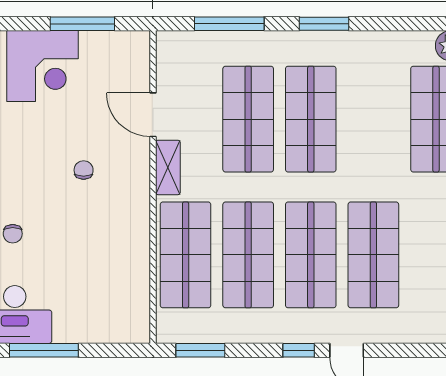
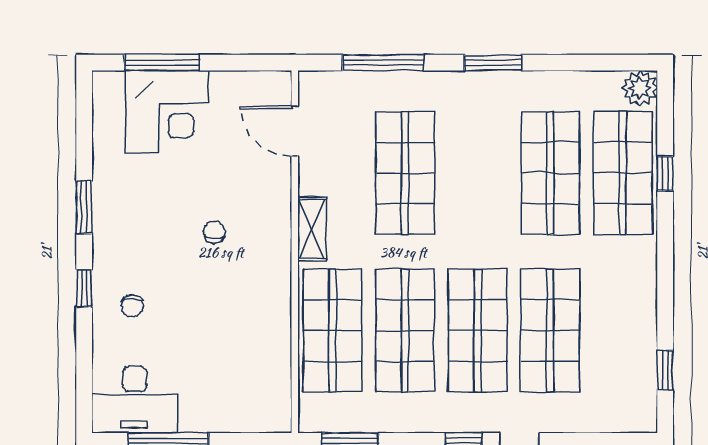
window: (82, 24) -> (162, 63), moved
door: (153, 115) -> (295, 131), moved
shop shelf: (311, 119) -> (550, 173), moved

